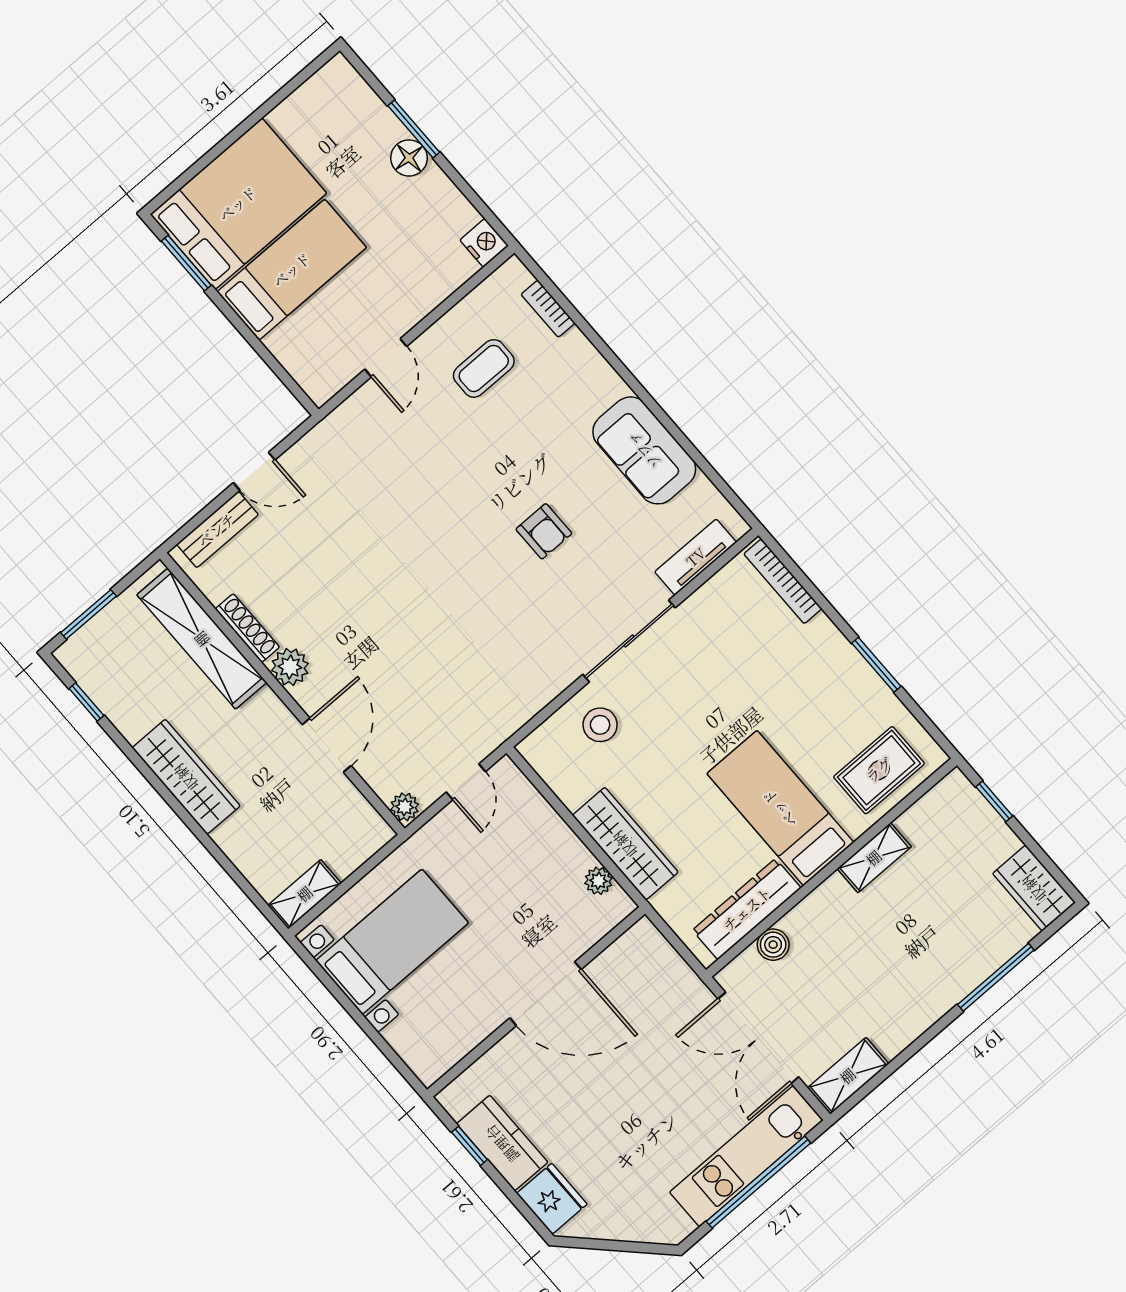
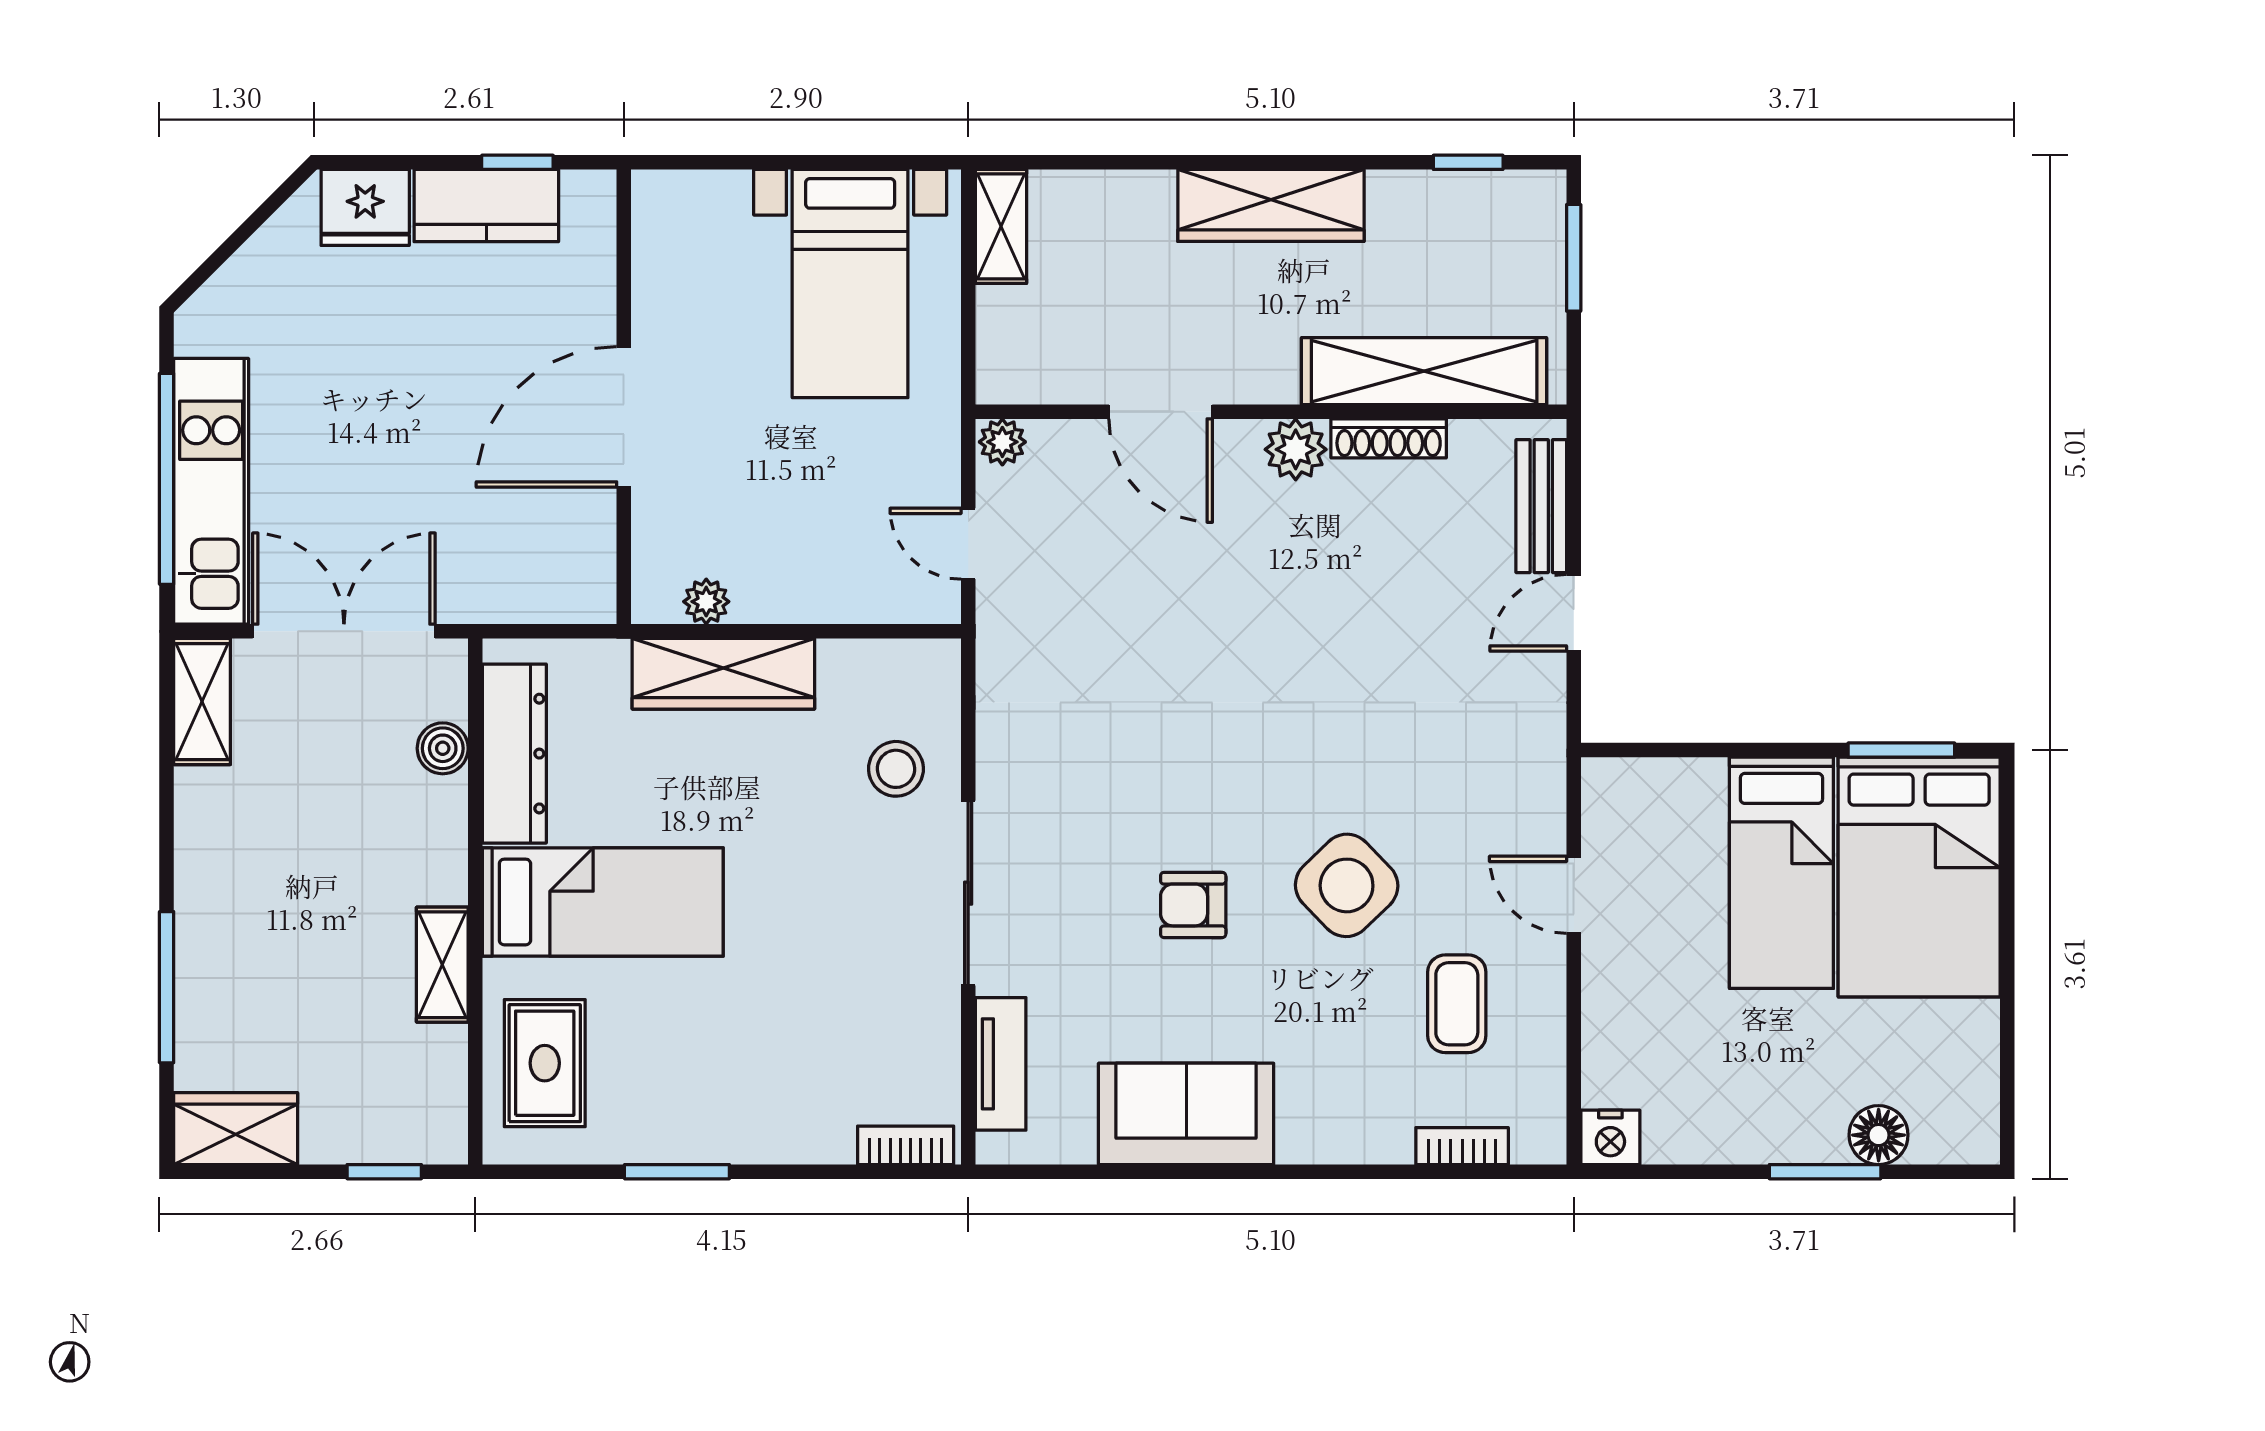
floor lamp: (409, 158) -> (1879, 1135), moved
side table: (473, 468) -> (1347, 885), added
bookcase: (783, 581) -> (906, 1145), width x0.64

